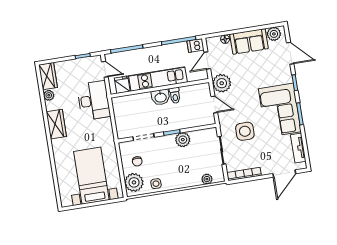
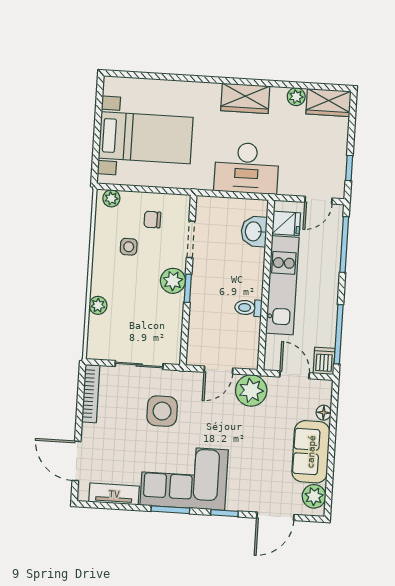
washbasin: (161, 97) -> (254, 231), moved
desk: (94, 101) -> (247, 168), moved
plant: (183, 140) -> (173, 281), moved
plant: (207, 179) -> (98, 305), moved
plant: (134, 182) -> (111, 198), width x0.53, depth x0.53
side table: (156, 184) -> (129, 247), moved

